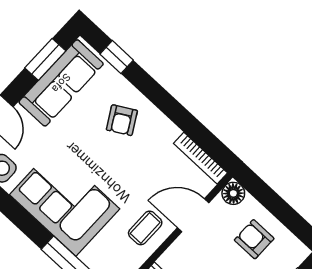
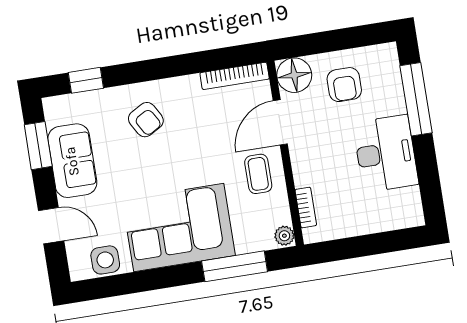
sofa: (61, 83) -> (72, 161), width x0.73
floor lamp: (233, 193) -> (294, 75), width x1.38, depth x1.38
armchair: (254, 239) -> (344, 85), turned -90

